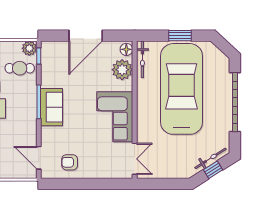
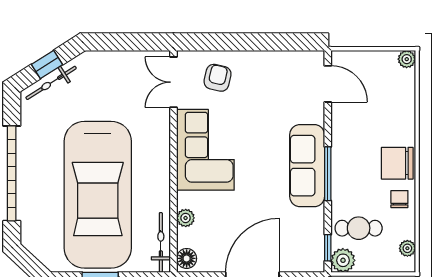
plant: (122, 70) -> (186, 218), width x0.53, depth x0.53
sofa: (52, 107) -> (307, 166), width x1.36
armchair: (70, 162) -> (218, 78), moved, turned -77

